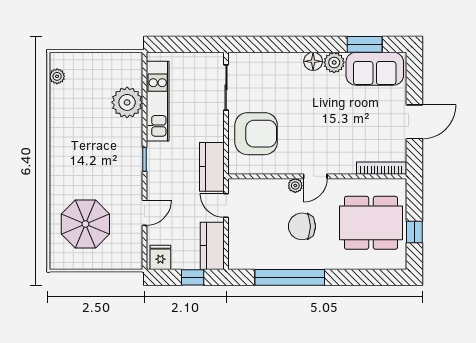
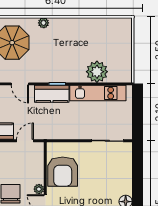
plant: (57, 76) -> (44, 23), moved
armchair: (256, 134) -> (63, 172), moved
kitchen counter: (212, 167) -> (52, 94), moved, turned 180

